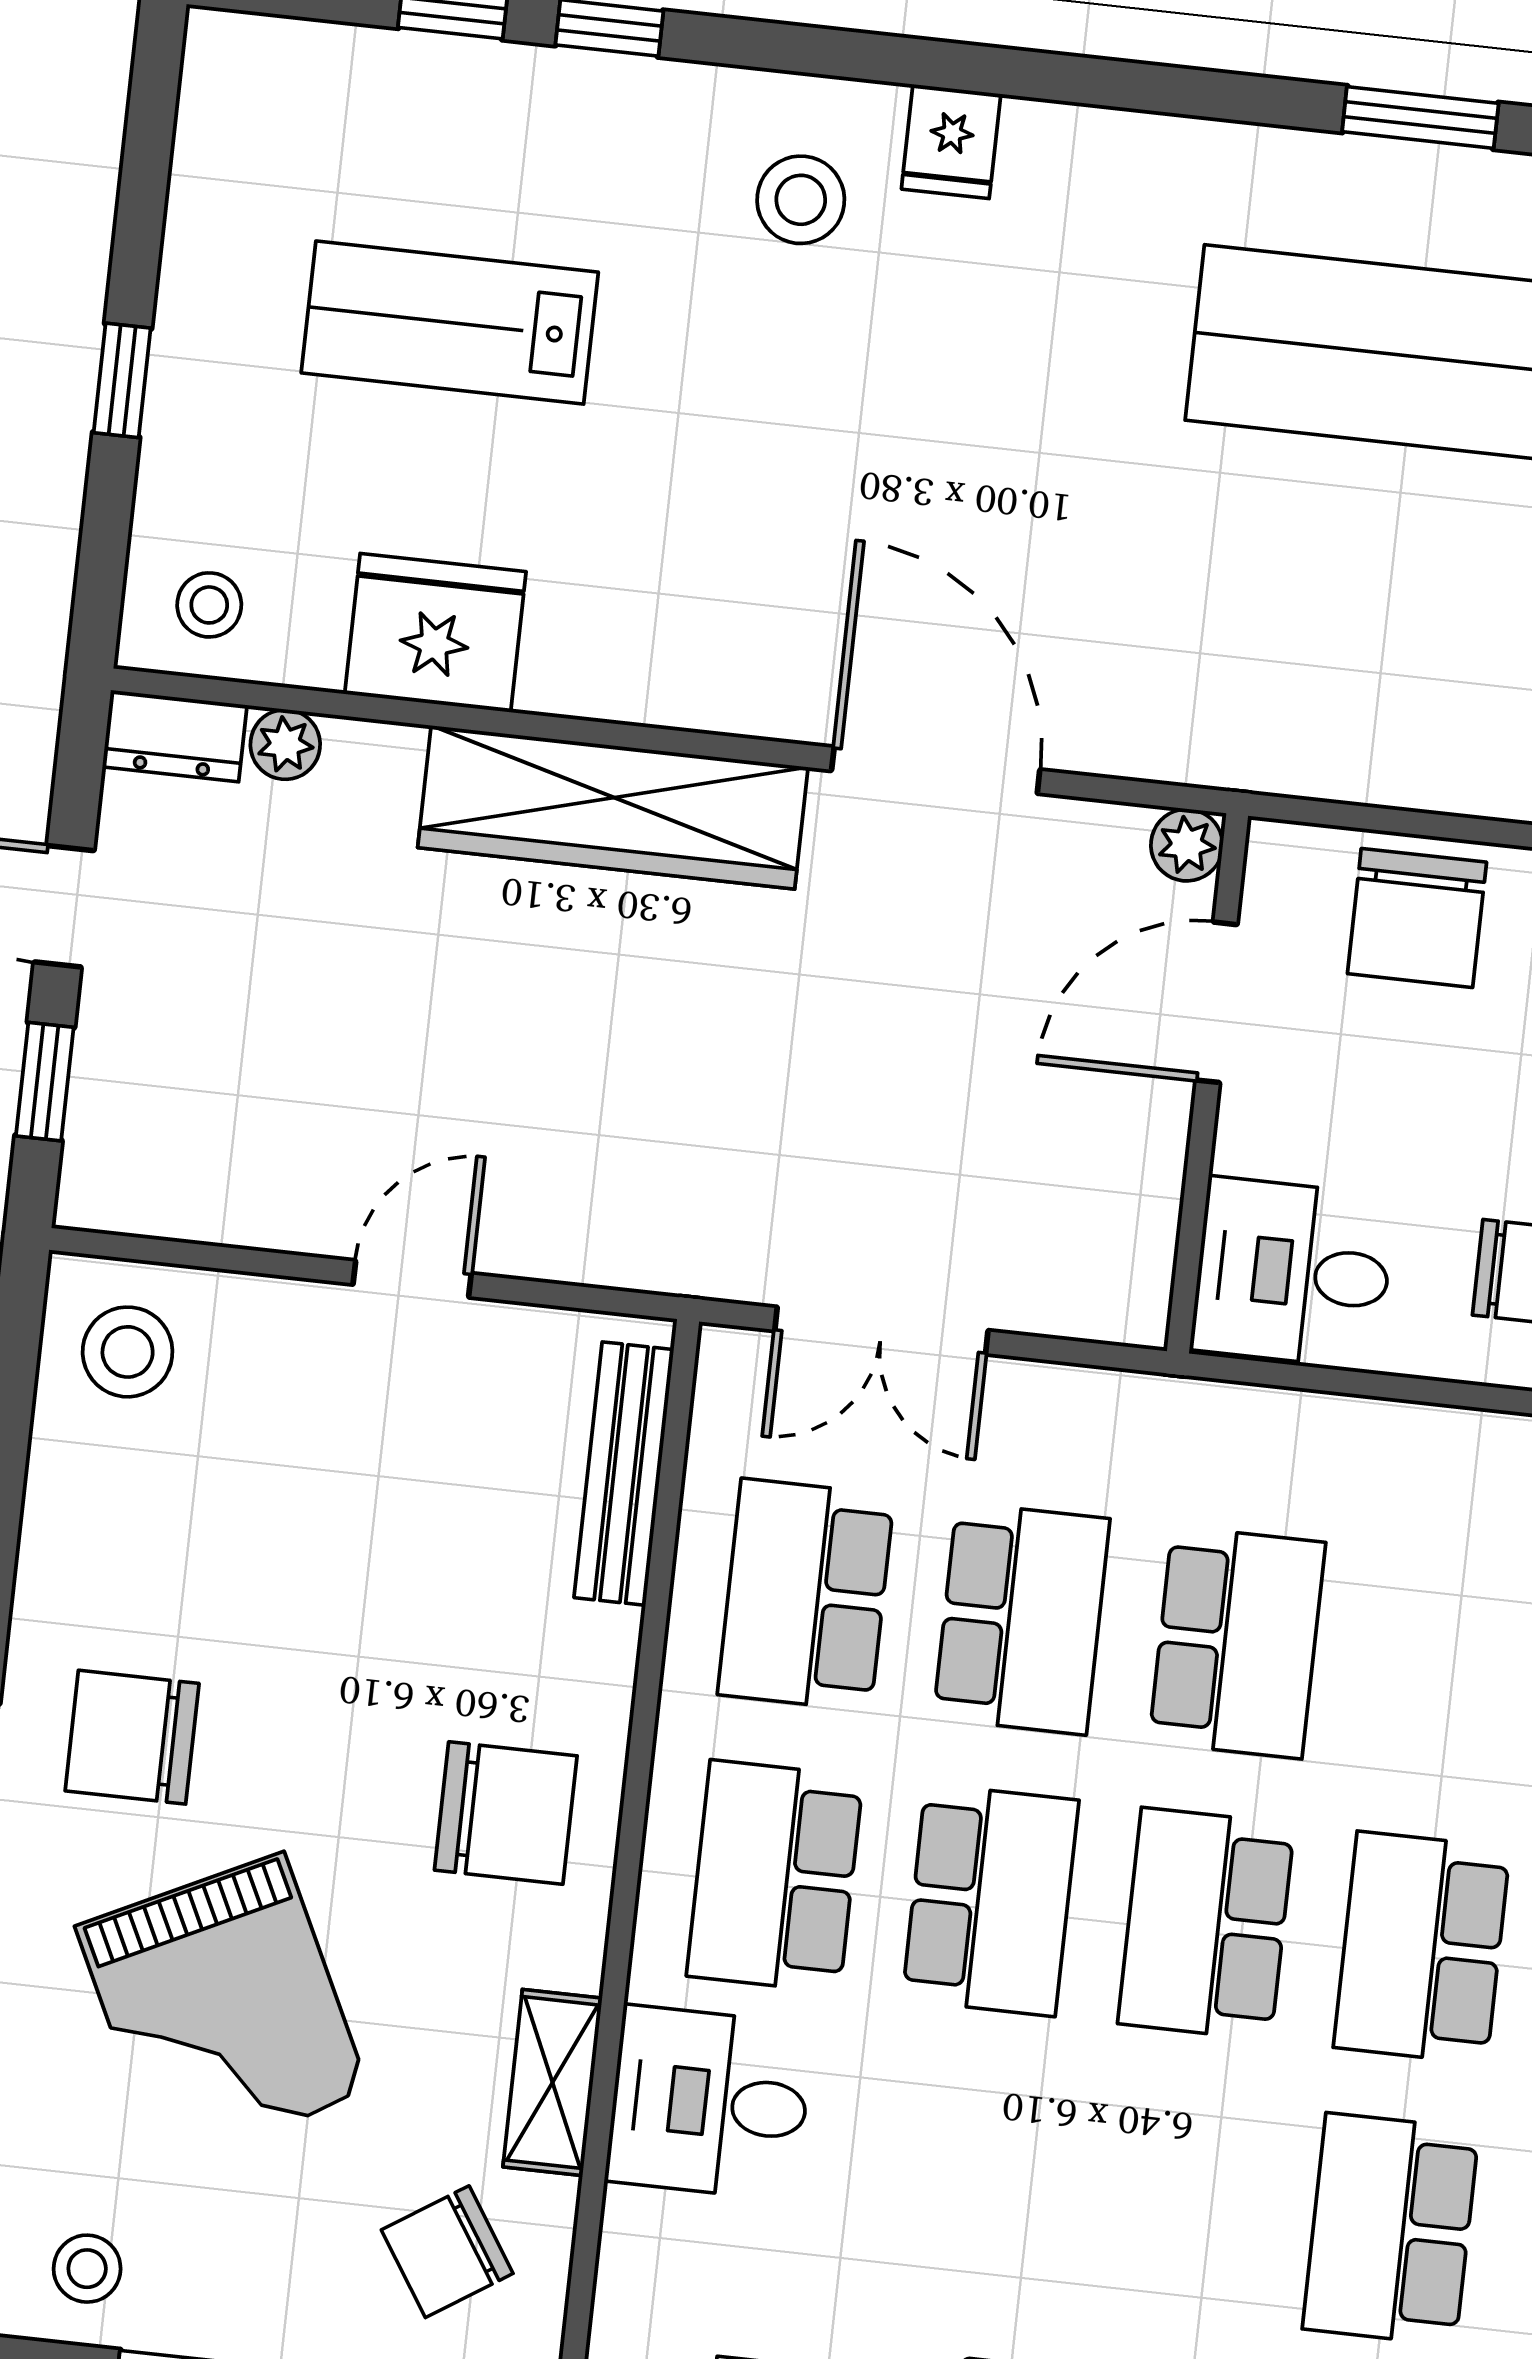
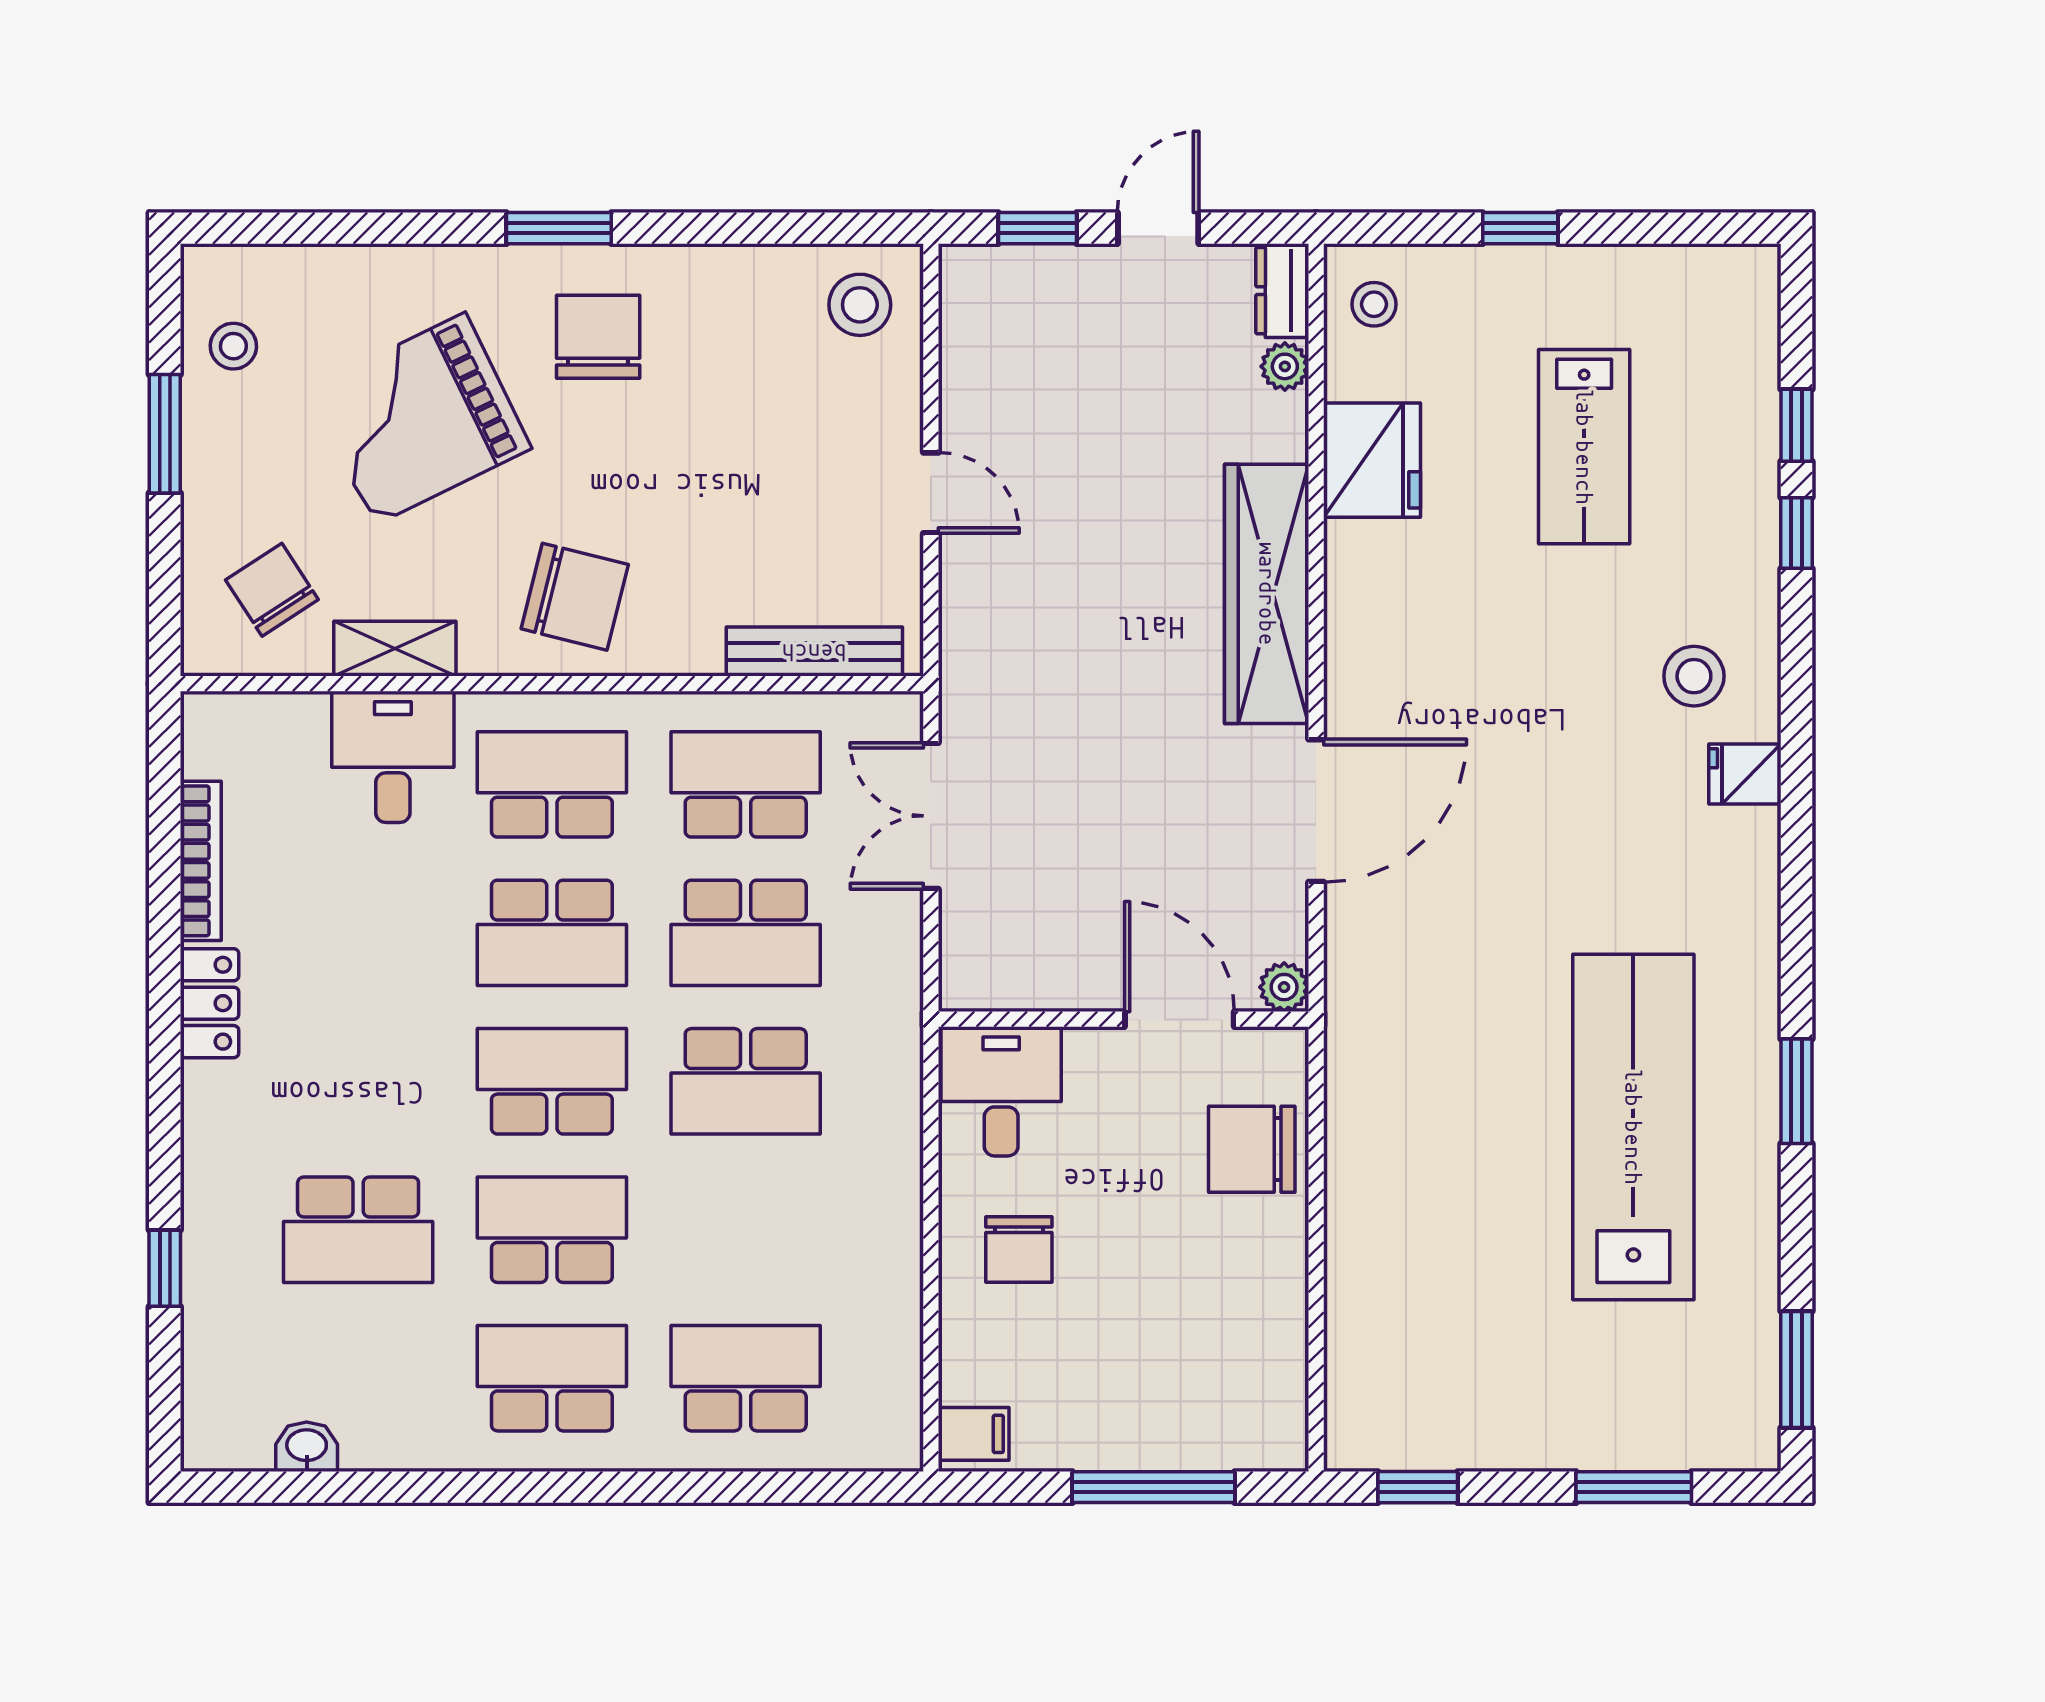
lab bench: (450, 323) -> (1584, 447), turned 180
chair: (506, 1813) -> (575, 597), turned -76
school desk: (1391, 2229) -> (358, 1230), turned 180

